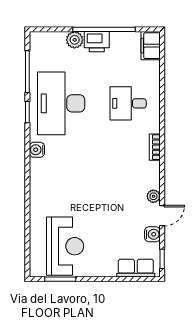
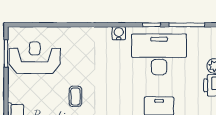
coffee table: (110, 199) -> (75, 96), added
reception desk: (65, 246) -> (35, 58), turned 180

